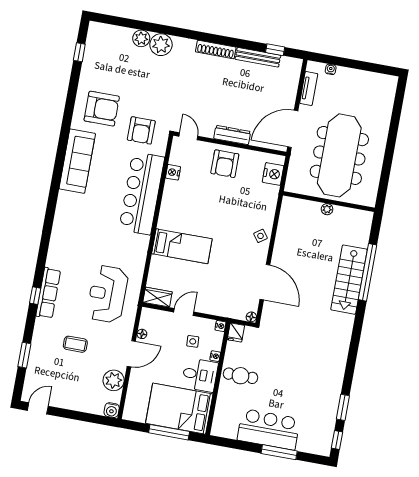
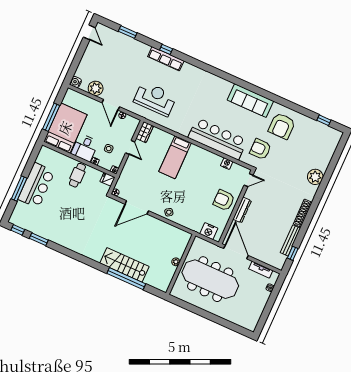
plant: (141, 38) -> (323, 164), removed
coffee table: (75, 344) -> (127, 69), removed

